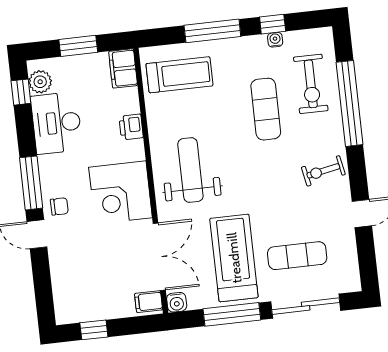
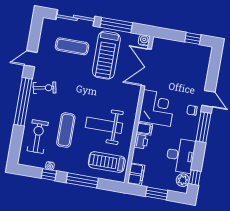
window: (350, 103) -> (23, 102), moved
weight bench: (190, 170) -> (104, 125), moved, turned 90
filing cabinet: (149, 302) -> (144, 129), moved

